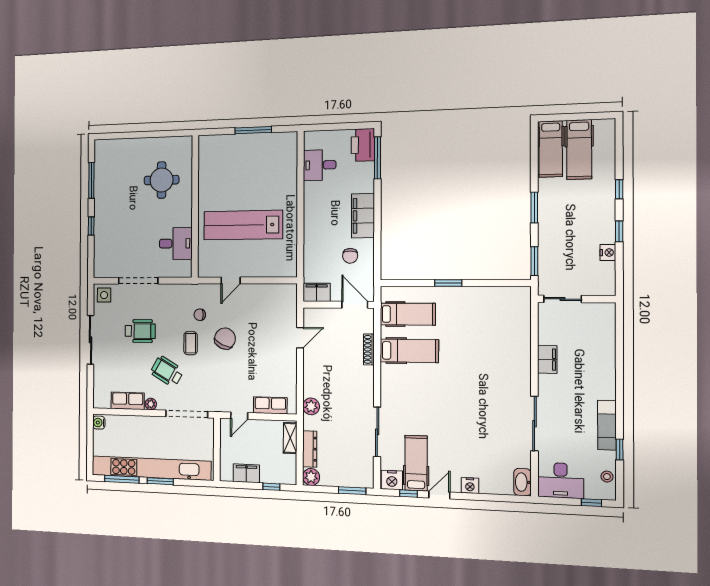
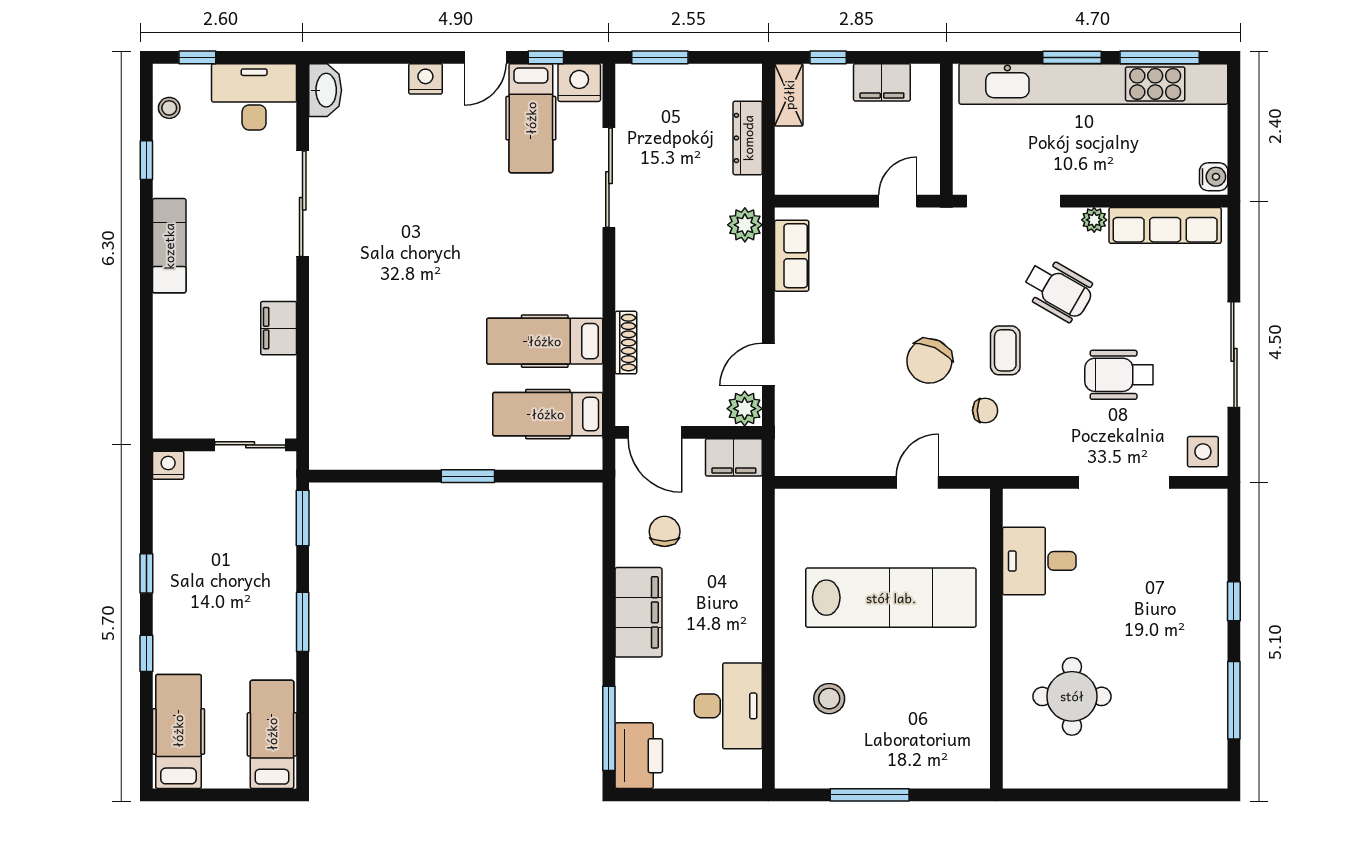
hospital bed: (579, 150) -> (178, 731), moved
desk: (320, 165) -> (728, 706), width x1.37
stool: (272, 176) -> (829, 699), added
nightstand: (608, 253) -> (168, 465), moved, turned 90
row of seats: (128, 401) -> (1165, 225), width x1.48
row of seats: (270, 405) -> (792, 256), moved, turned -90
exam couch: (607, 425) -> (169, 246), moved
shelving: (290, 438) -> (789, 95), moved
plant: (311, 477) -> (745, 409), moved

